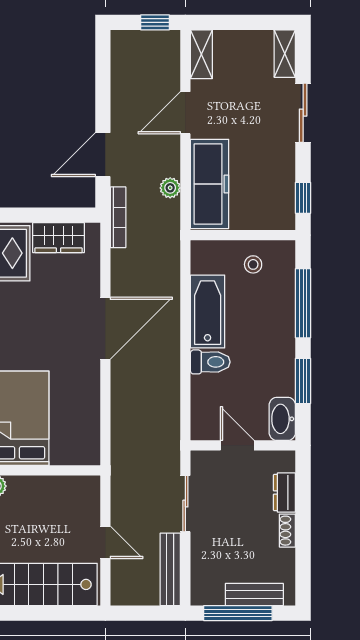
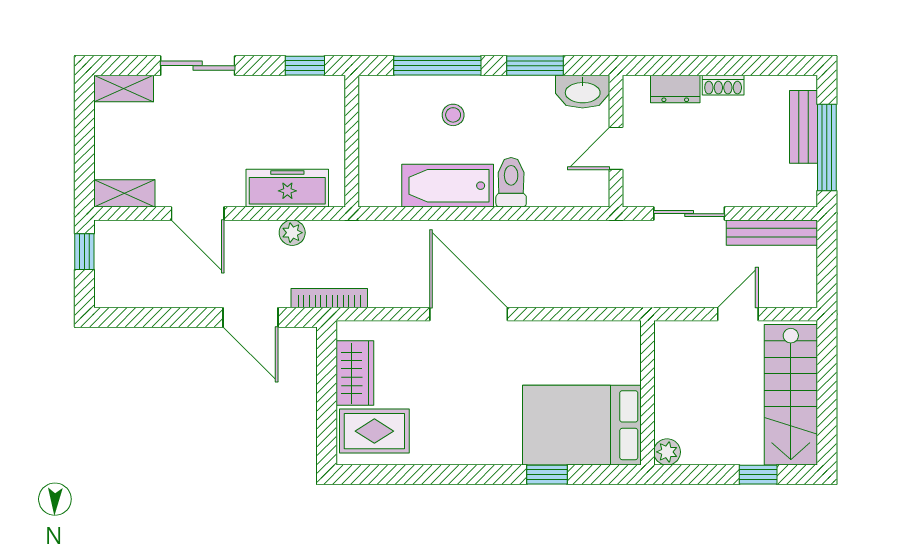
freezer: (210, 184) -> (287, 188), width x0.73, depth x0.79
stool: (253, 264) -> (453, 115), moved

